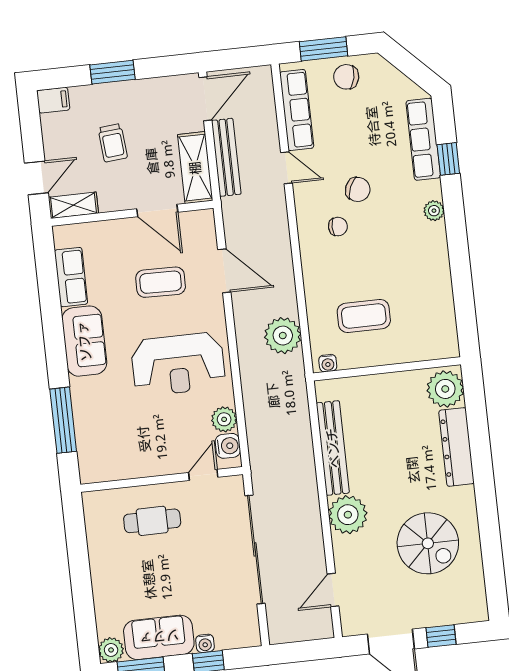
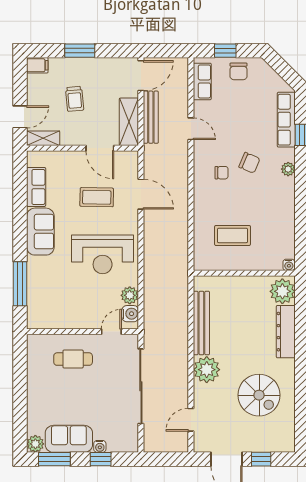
window: (323, 49) -> (225, 51), width x0.67
chair: (346, 77) -> (239, 71), turned -102
row of seats: (297, 110) -> (202, 81), width x0.68
chair: (358, 189) -> (249, 163), moved
plant: (283, 336) -> (176, 243), removed
water cooler: (328, 363) -> (289, 265), moved

